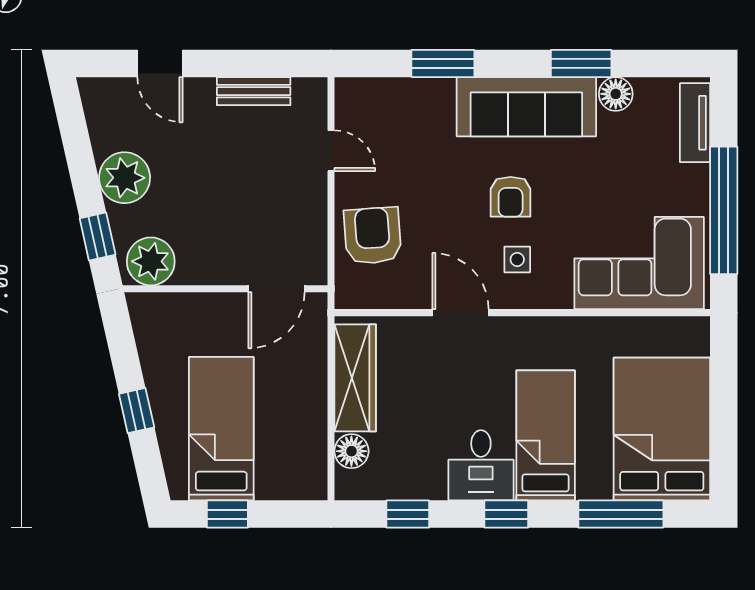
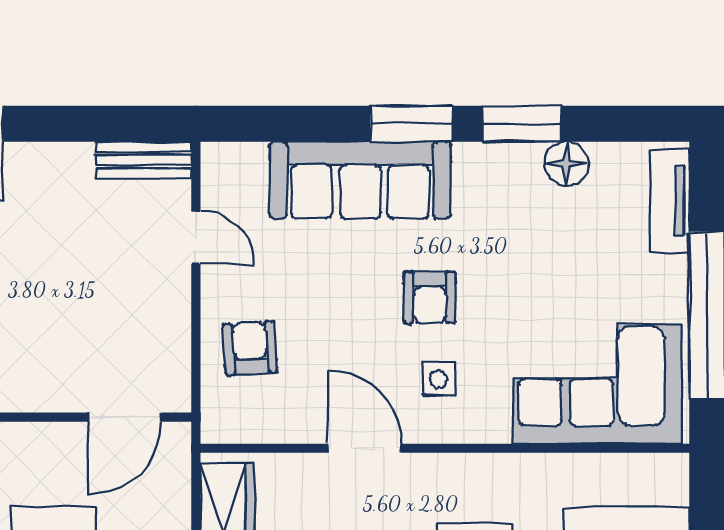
window: (443, 63) -> (411, 124), moved
bench: (254, 91) -> (144, 160), moved
sofa: (526, 107) -> (360, 180), moved
armchair: (373, 236) -> (250, 348), width x0.72, depth x0.72

